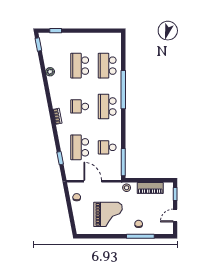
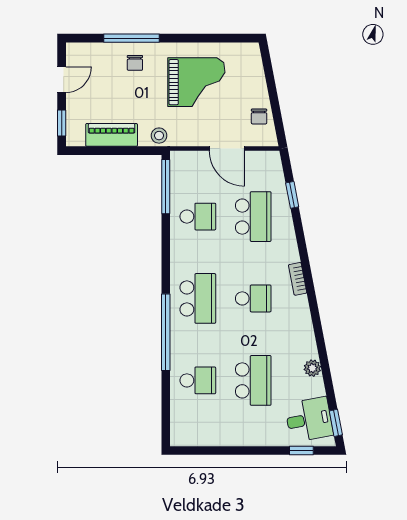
desk: (52, 46) -> (309, 420), added
school desk: (107, 66) -> (198, 380), width x0.54
grand piano: (108, 214) -> (196, 82), turned 180

